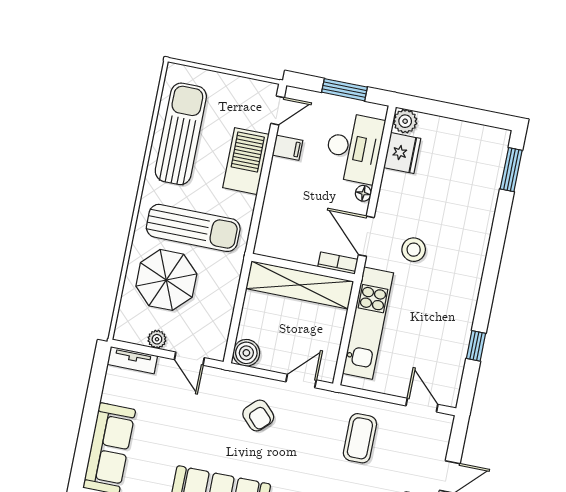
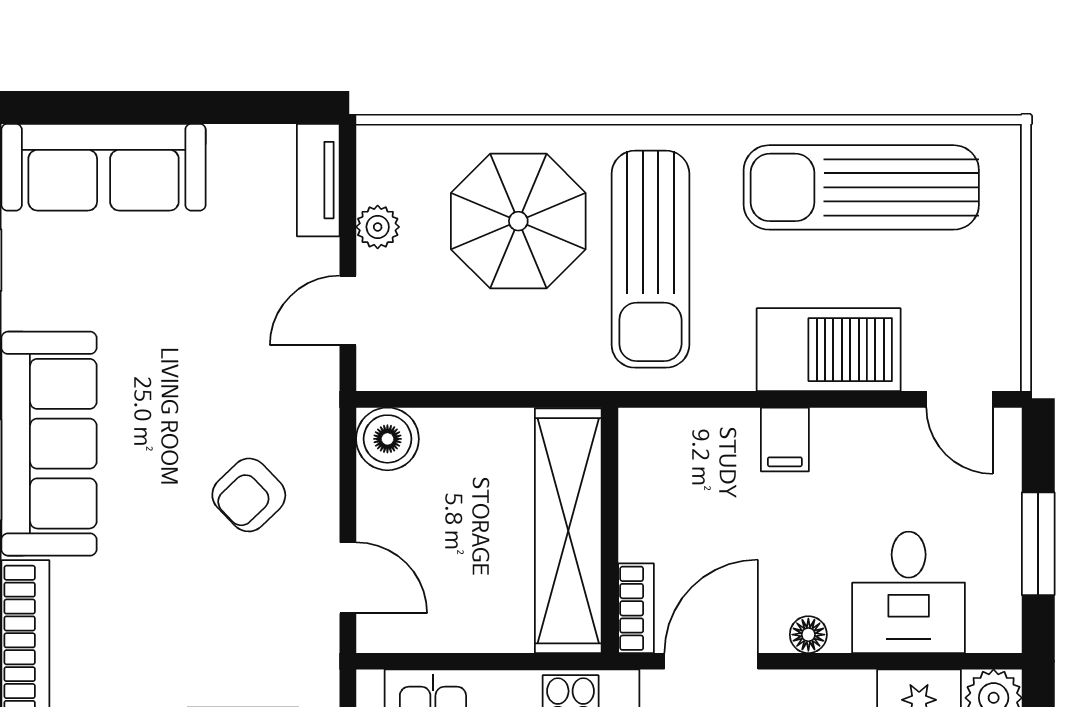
sun lounger: (181, 134) -> (861, 187), turned 180
filing cabinet: (288, 148) -> (785, 439), moved
desk: (354, 148) -> (909, 592), width x0.73

